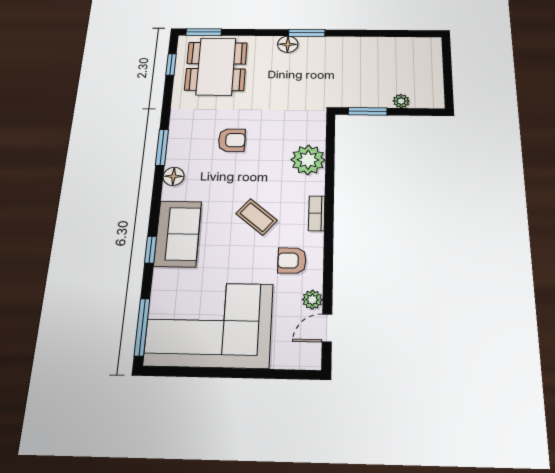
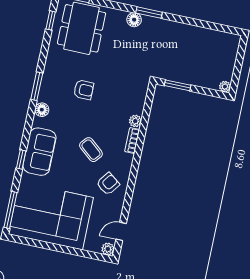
plant: (401, 101) -> (225, 87), moved
plant: (308, 160) -> (135, 121), width x0.53, depth x0.53
bookcase: (317, 213) -> (132, 141), moved
armchair: (292, 261) -> (108, 184), turned 127
plant: (312, 300) -> (108, 249), moved

